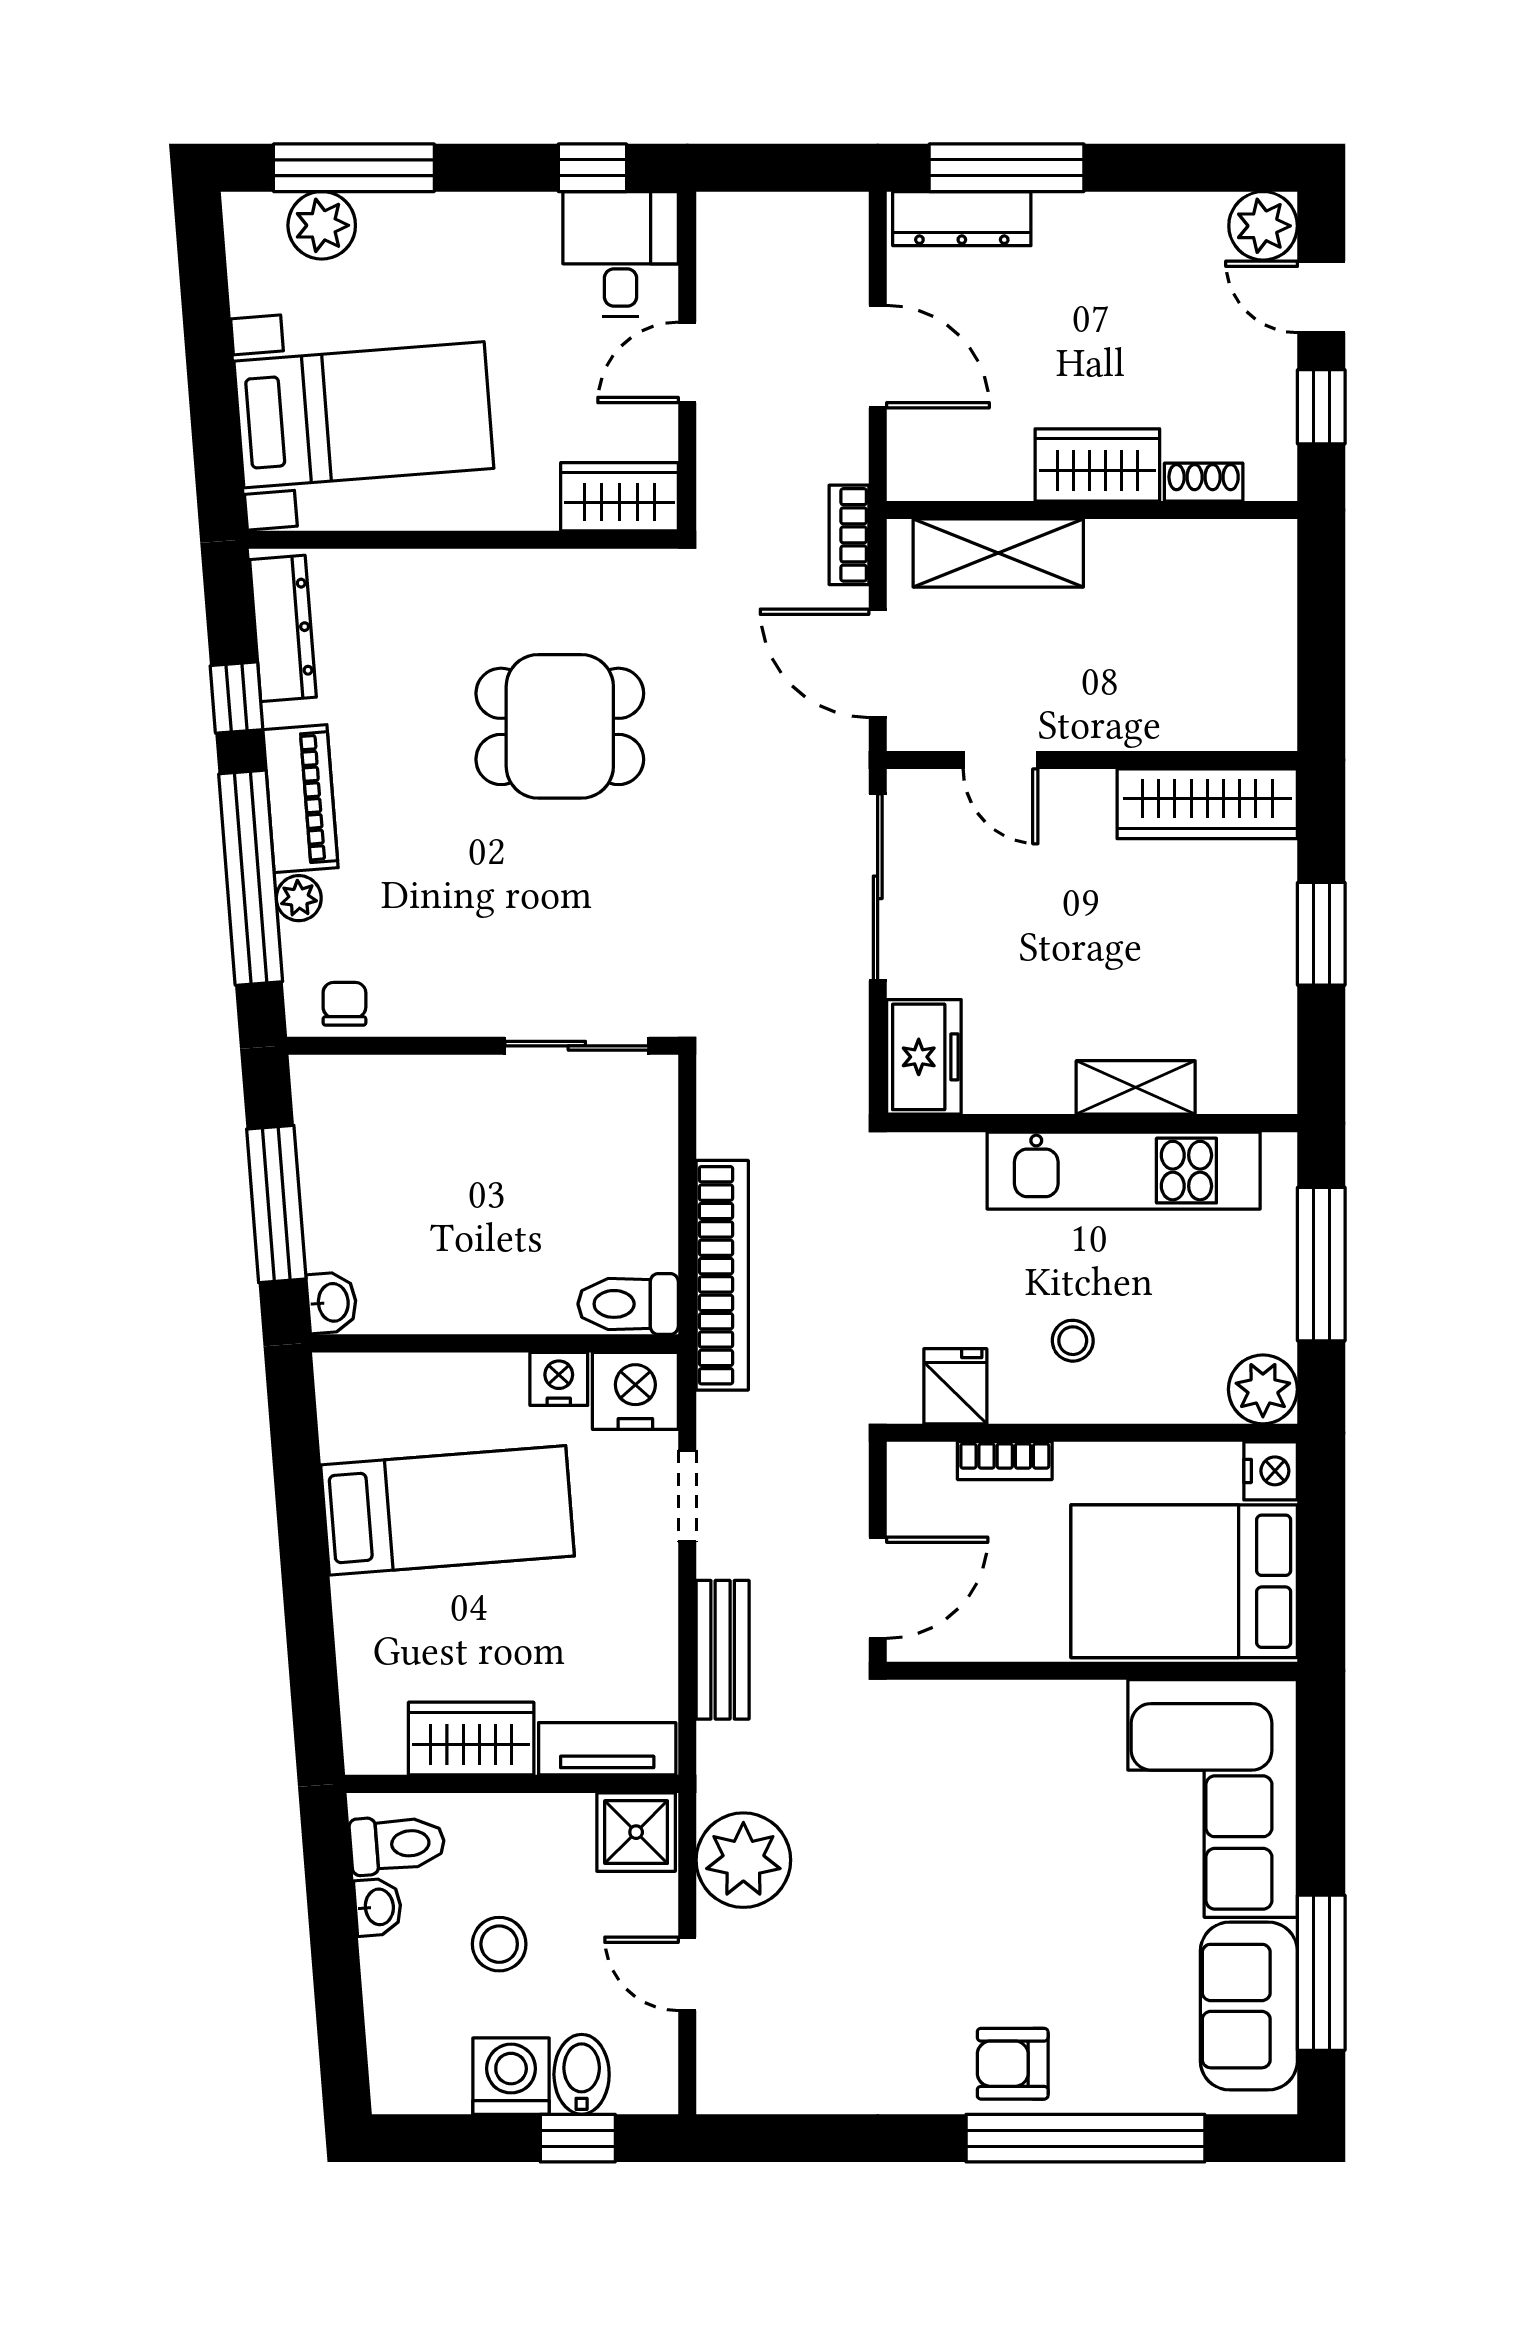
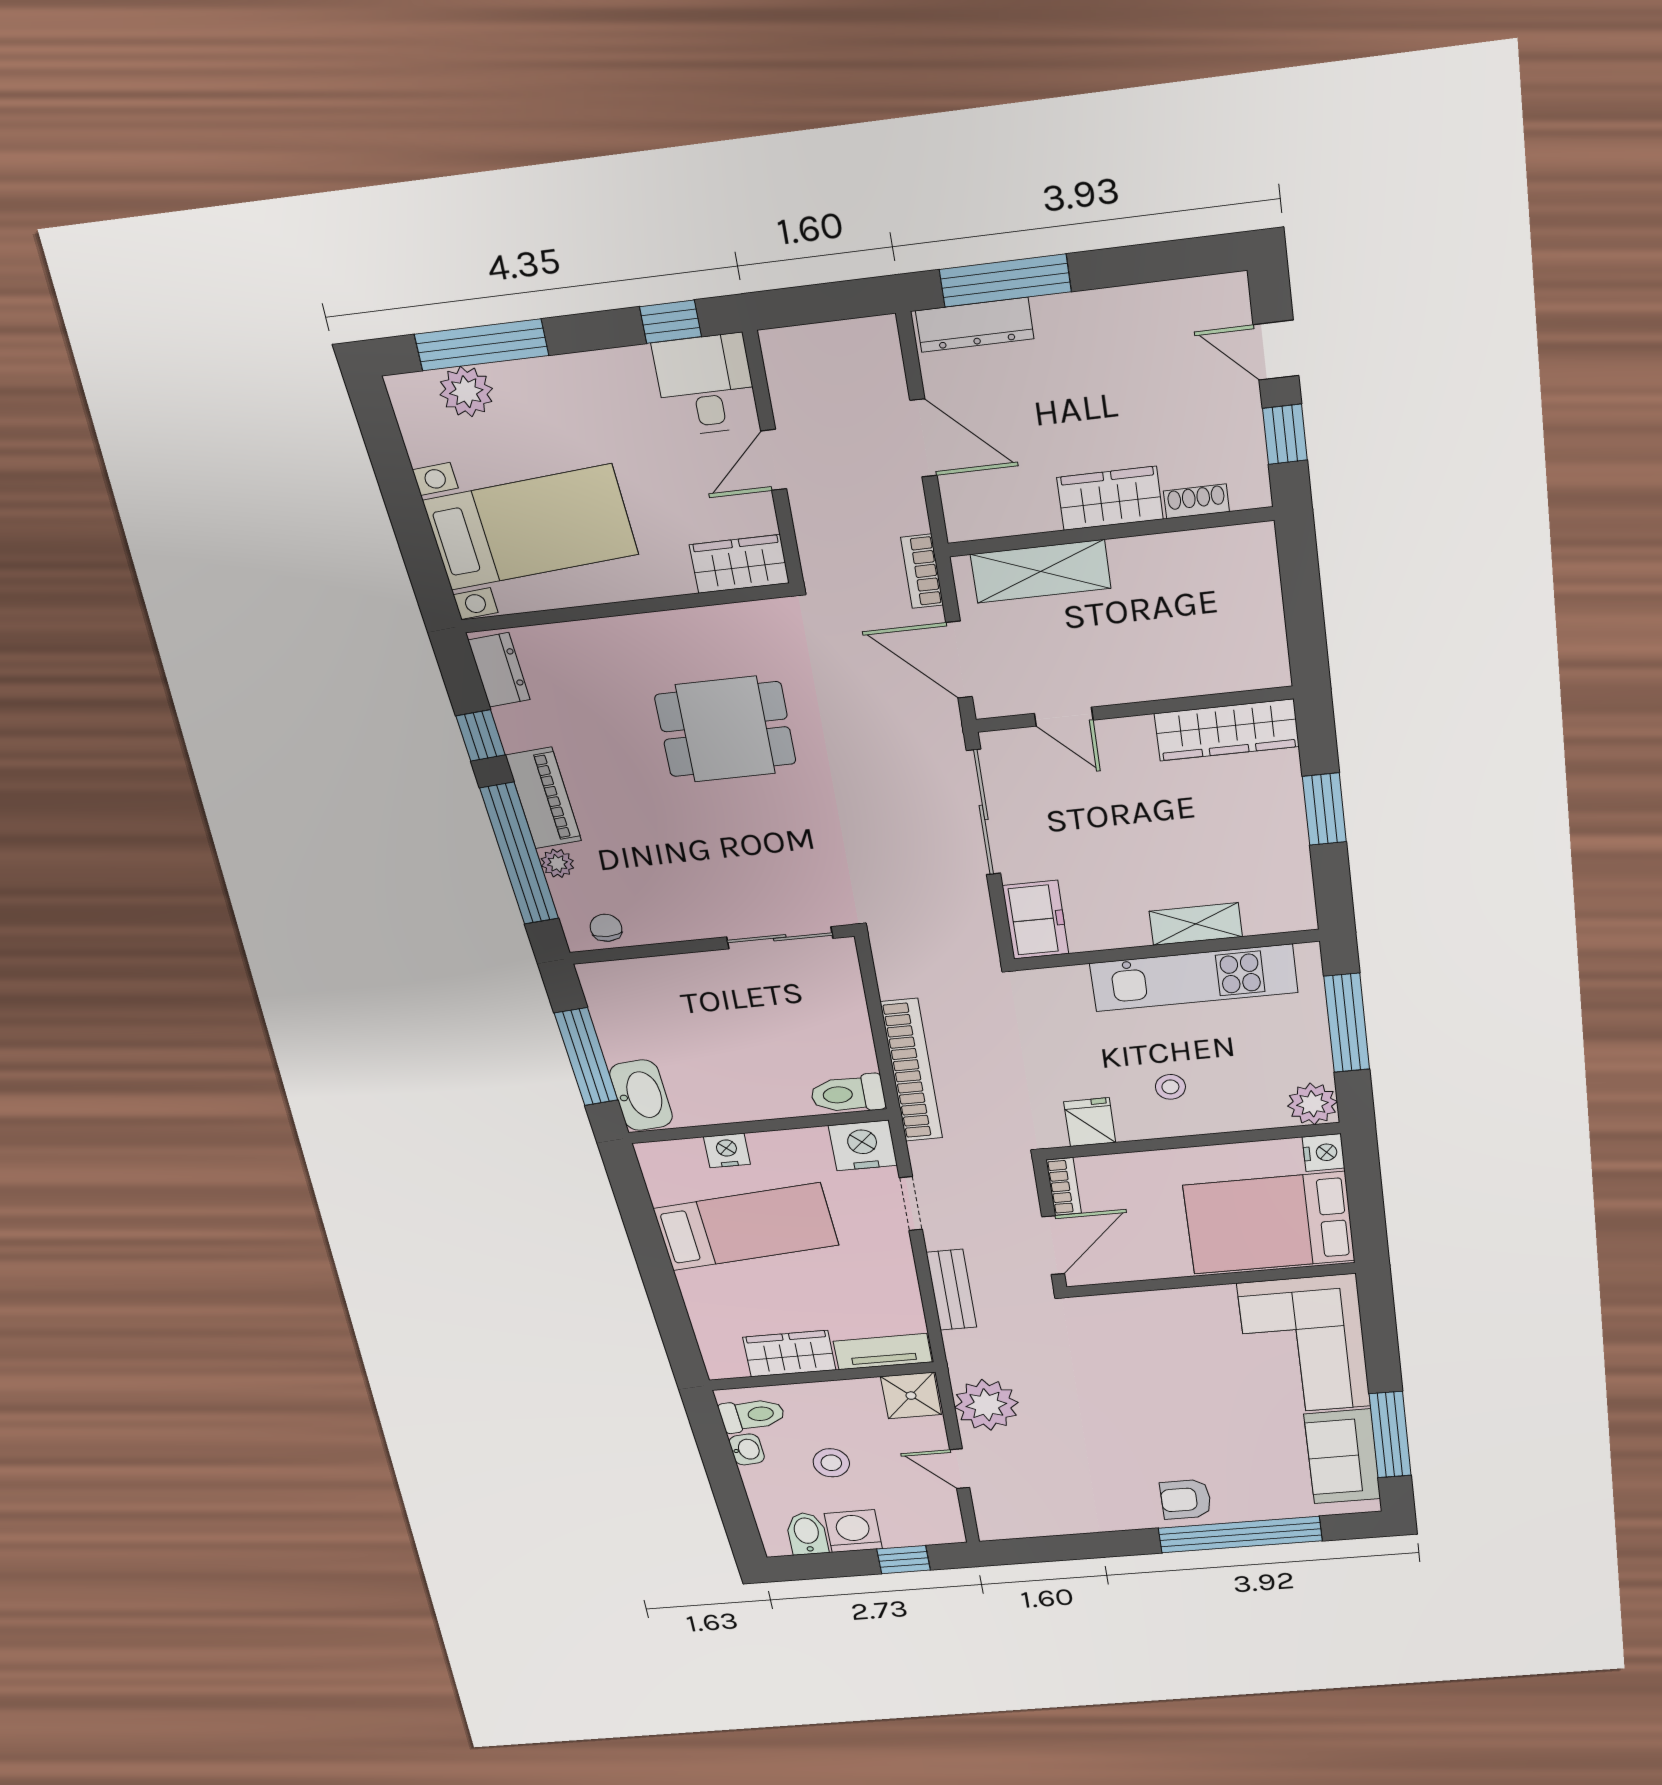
plant: (1263, 226) -> (1222, 301), removed
dresser: (283, 628) -> (499, 670), width x0.70
washbasin: (332, 1302) -> (641, 1095), width x1.91, depth x1.45
nightstand: (559, 1379) -> (727, 1151), moved
bookcase: (1005, 1461) -> (1064, 1187), moved, turned -90
bidet: (582, 2074) -> (807, 1534), moved

